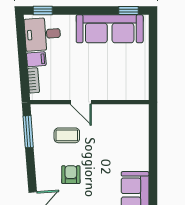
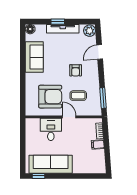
window: (43, 10) -> (94, 176), removed
desk: (43, 34) -> (51, 129), moved, turned -86
armchair: (110, 134) -> (50, 97), added

